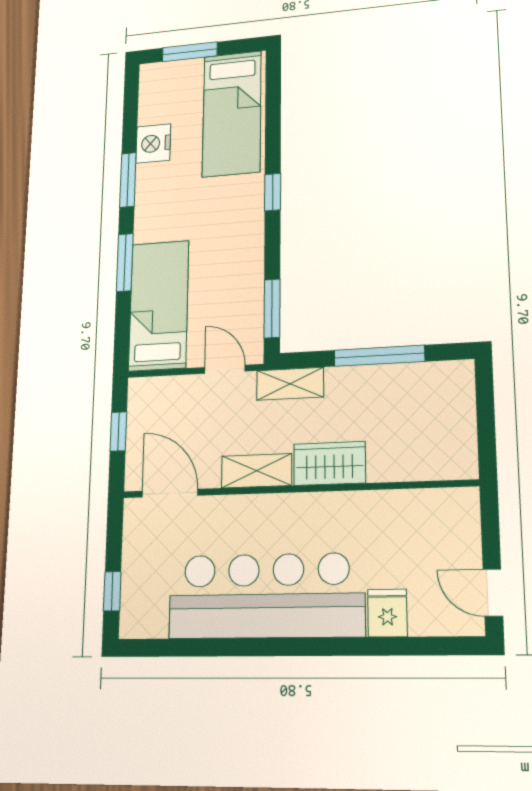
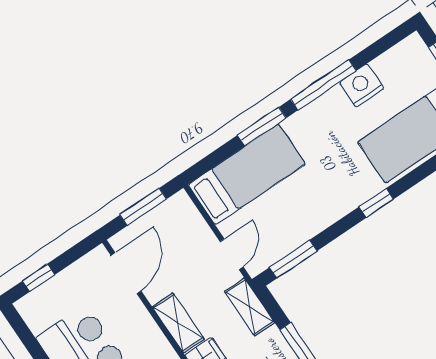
window: (128, 180) -> (323, 85), width x1.44
window: (118, 431) -> (143, 207), width x1.50

